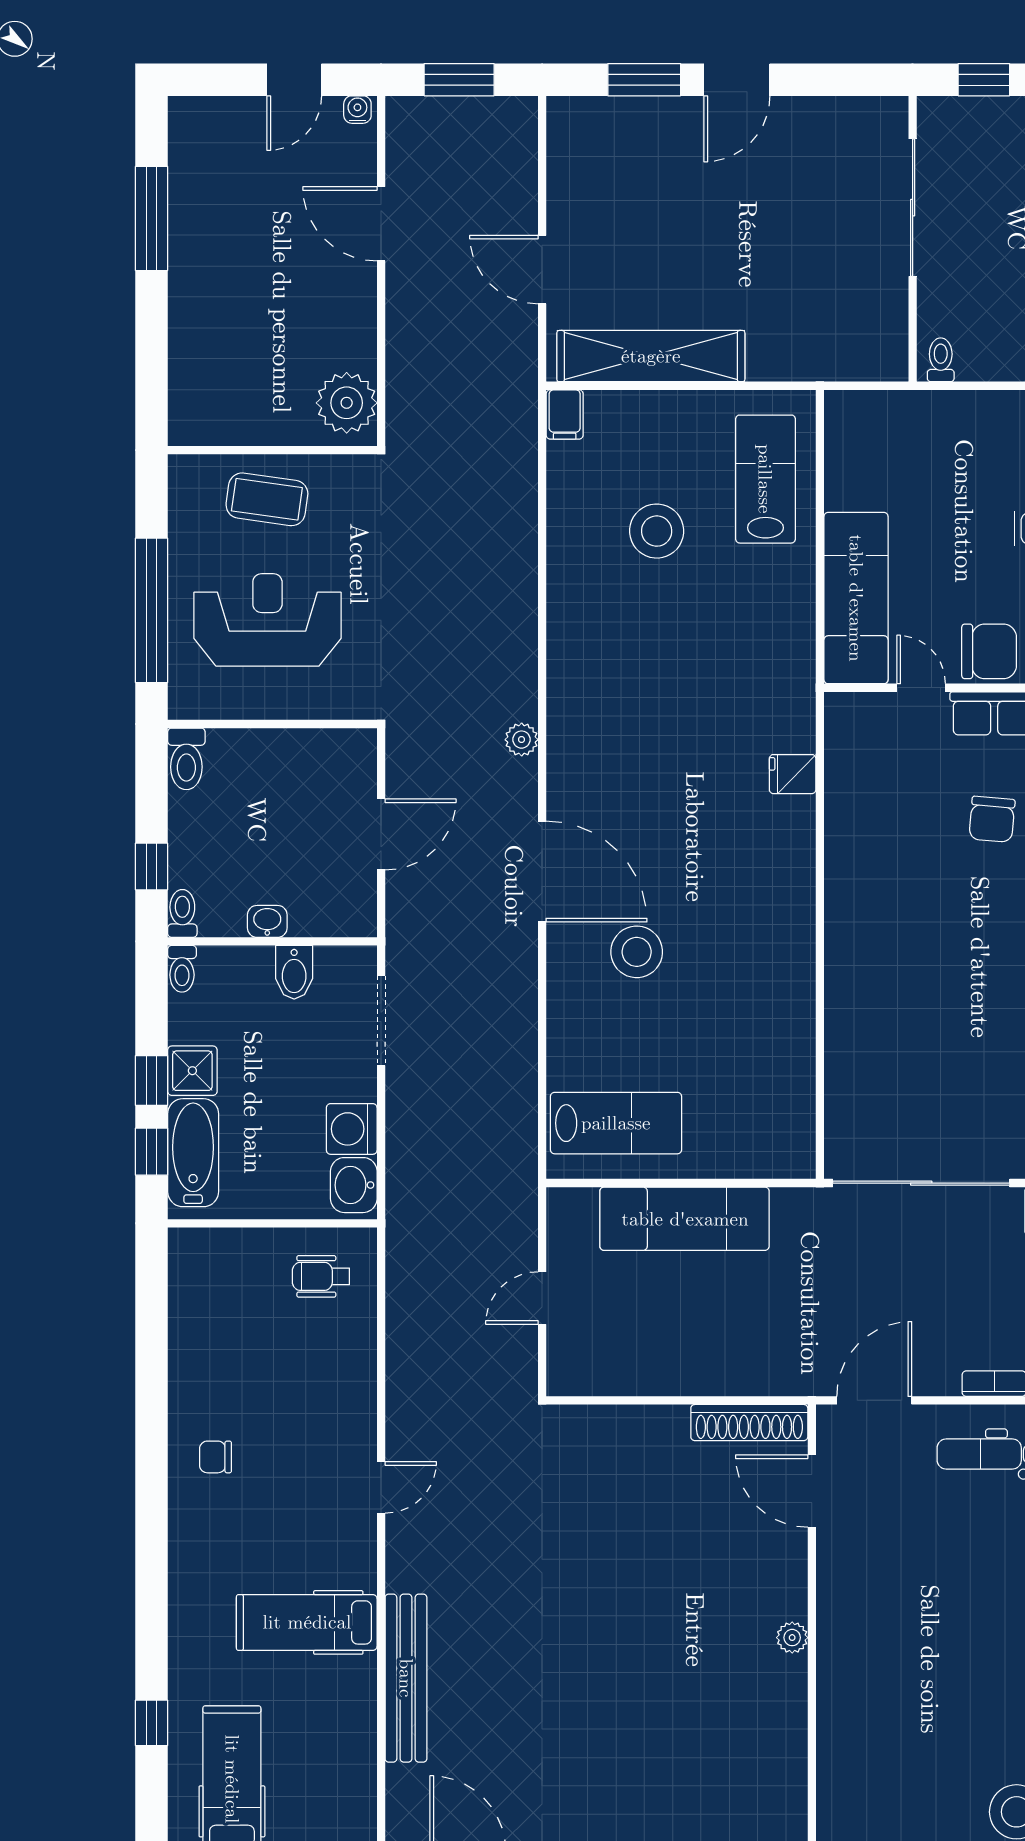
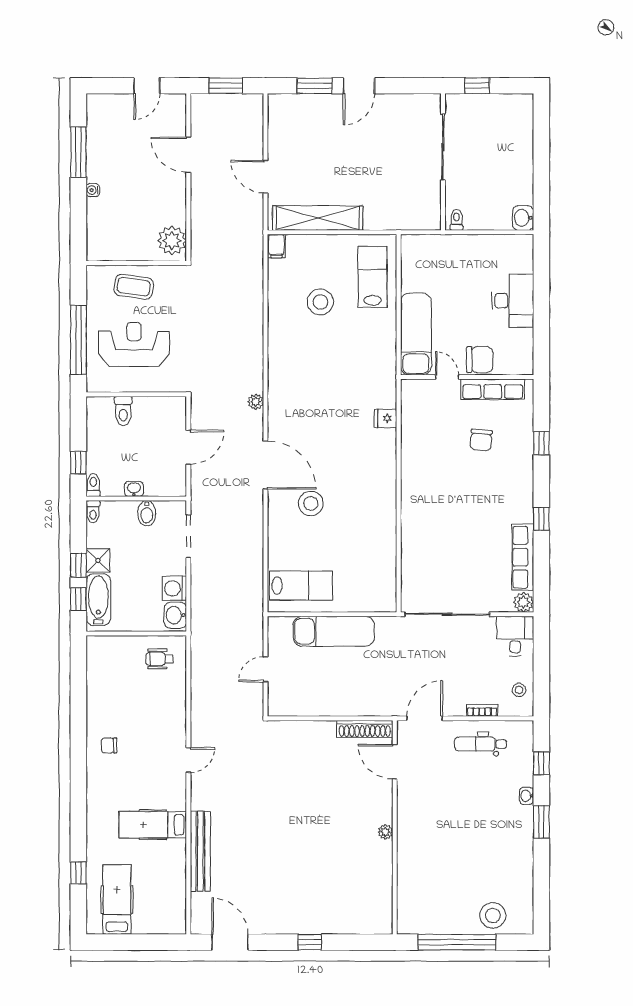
water cooler: (357, 110) -> (93, 190), moved, turned -90
toilet: (186, 759) -> (123, 411), moved

